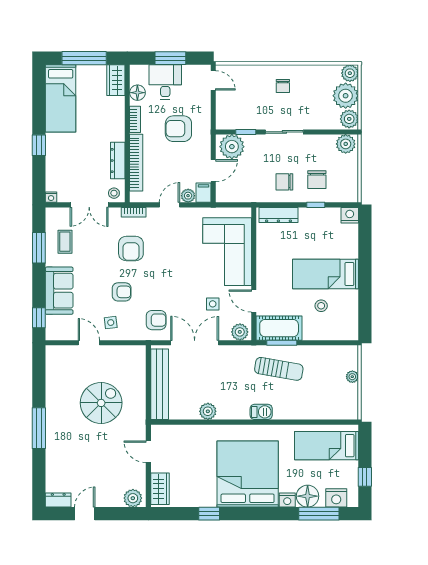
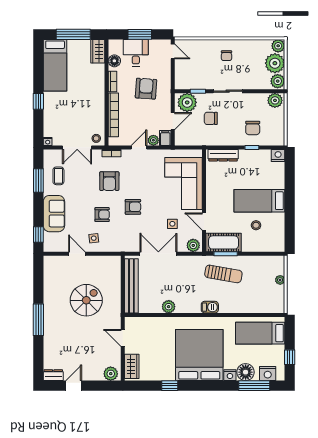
armchair: (178, 129) -> (146, 89), turned 94
dresser: (118, 161) -> (99, 113), removed
chair: (284, 182) -> (211, 118), moved
armchair: (156, 320) -> (133, 207), moved

